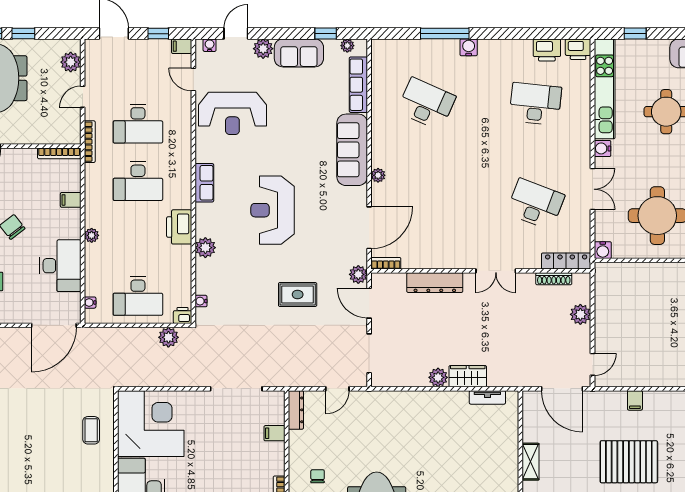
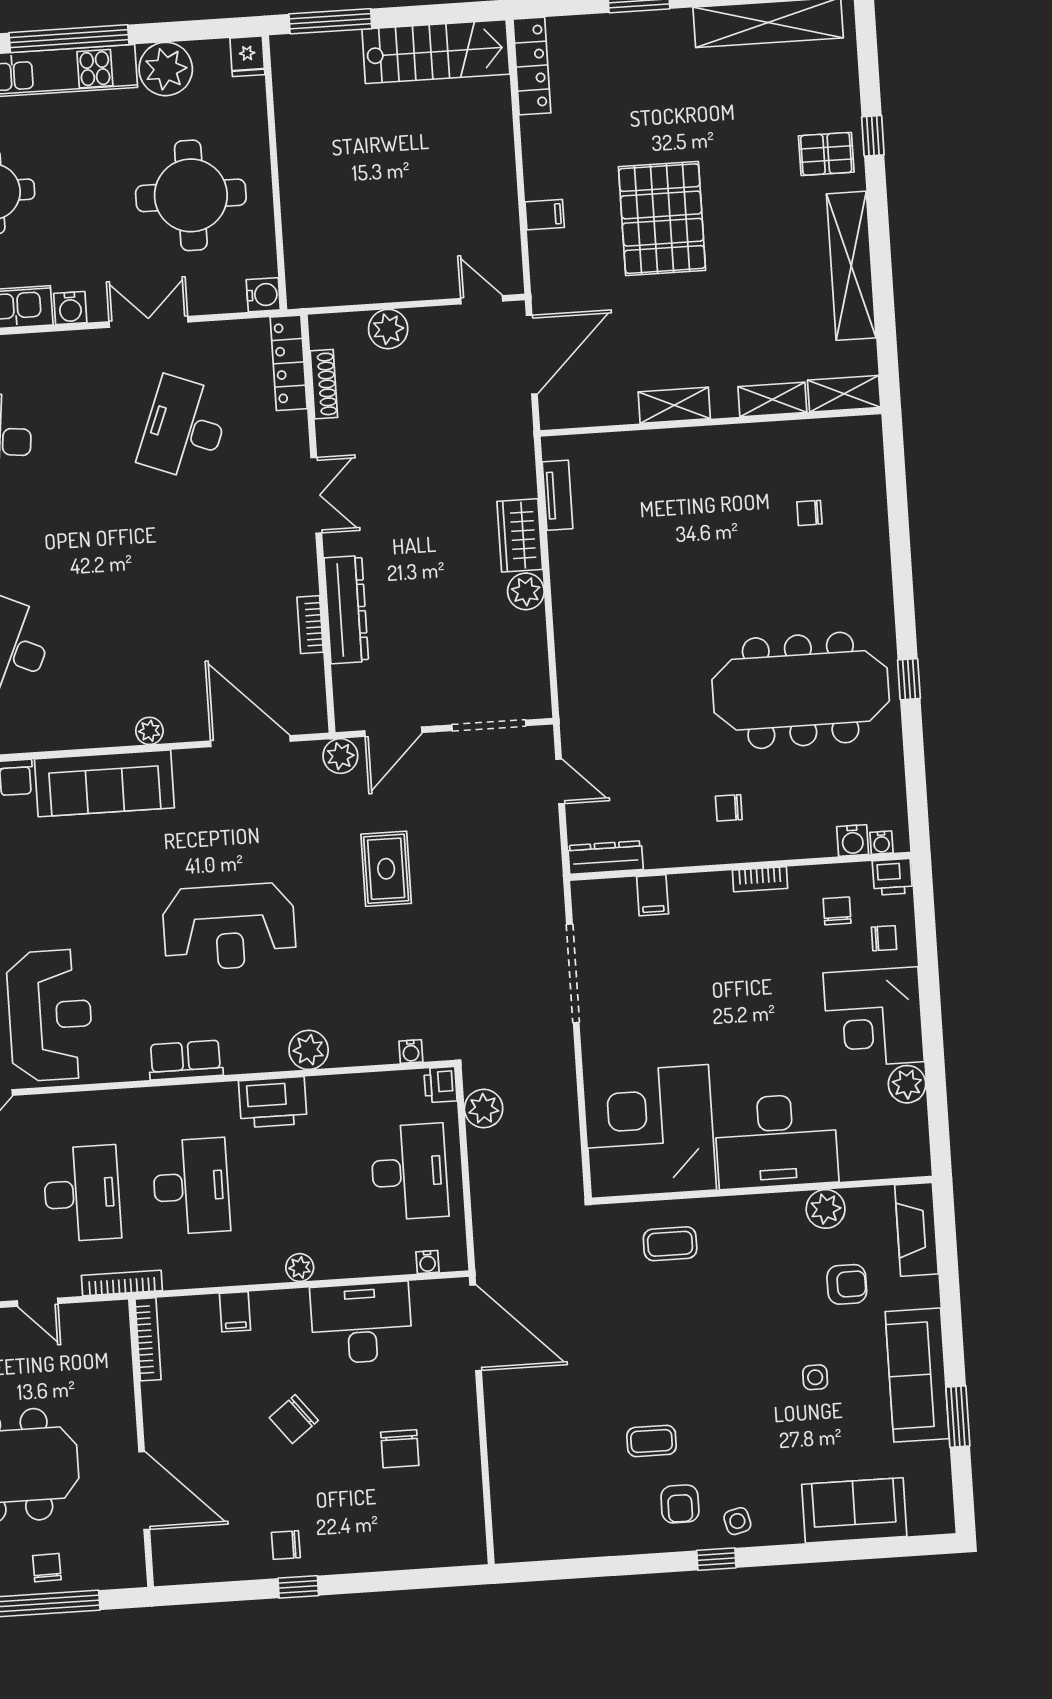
bookcase: (386, 263) -> (310, 625), moved

